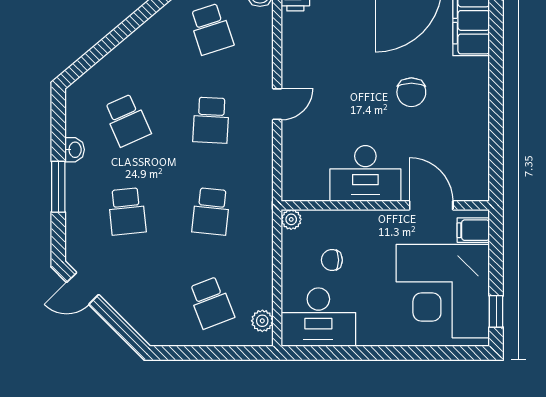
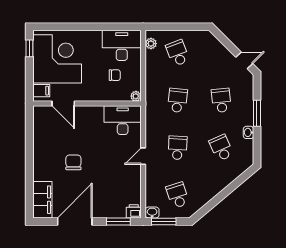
desk: (365, 173) -> (123, 120), moved

